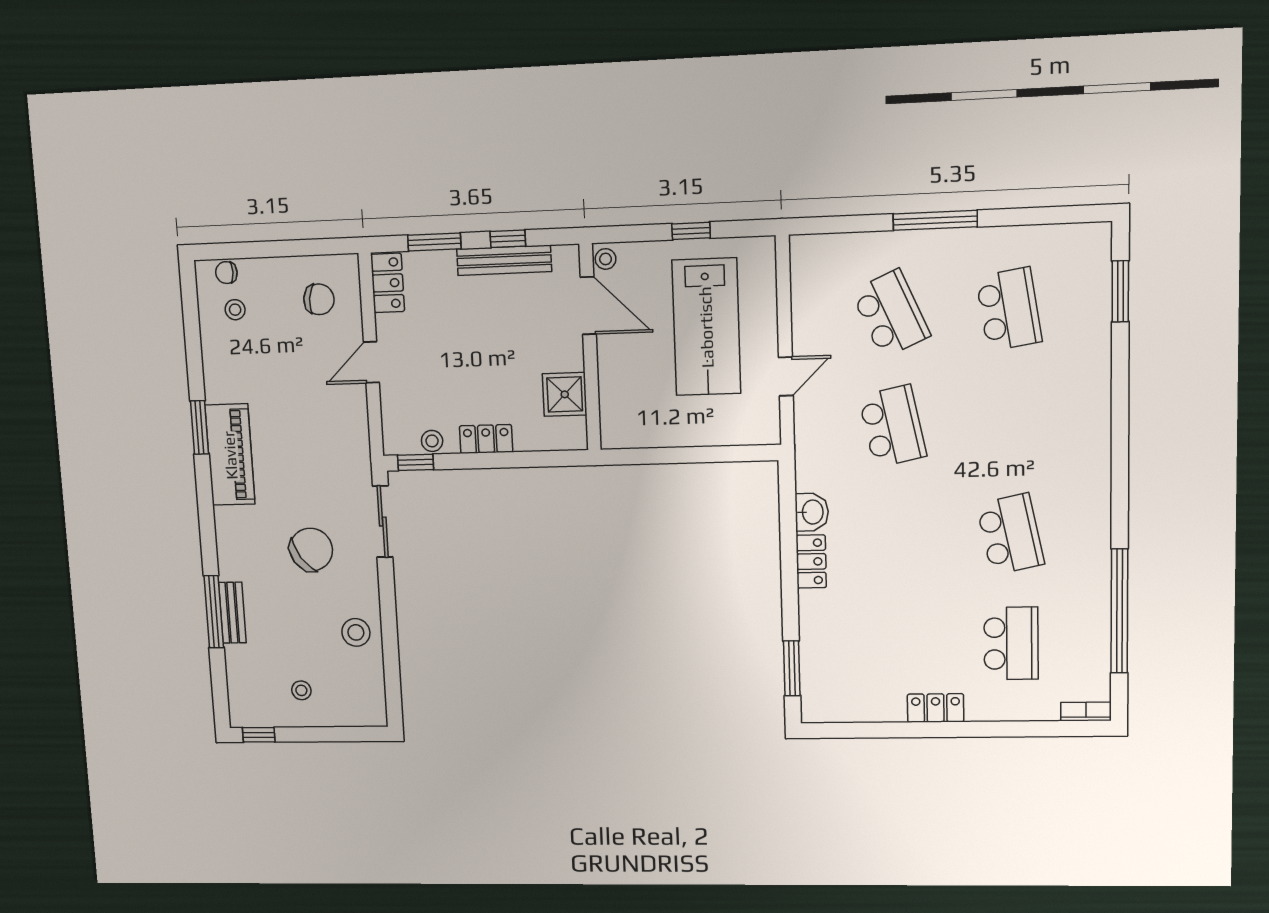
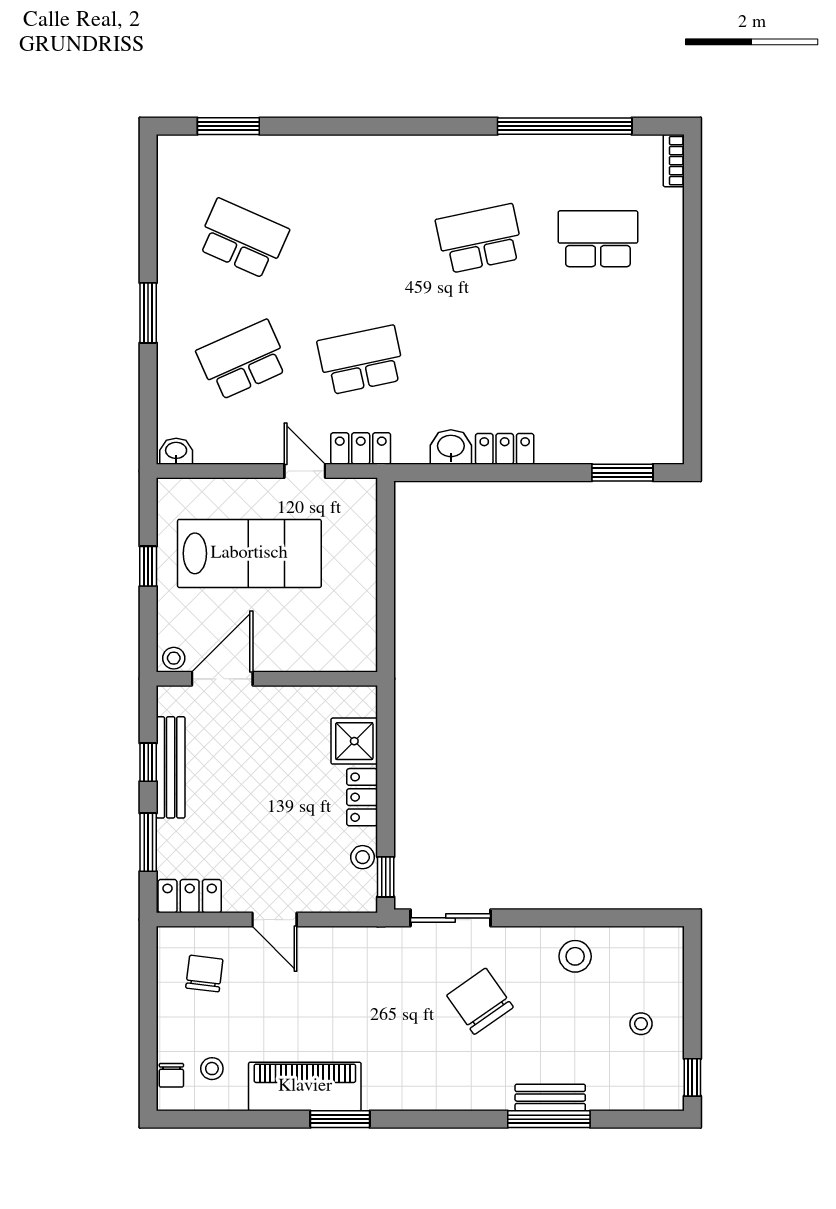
window: (935, 220) -> (148, 313), width x0.69
washbasin: (802, 253) -> (176, 451), added
school desk: (1009, 309) -> (243, 239), turned 33
shower: (565, 394) -> (354, 741), moved
piano: (230, 455) -> (305, 1086), moved
locker: (936, 708) -> (361, 448), moved, turned 90

